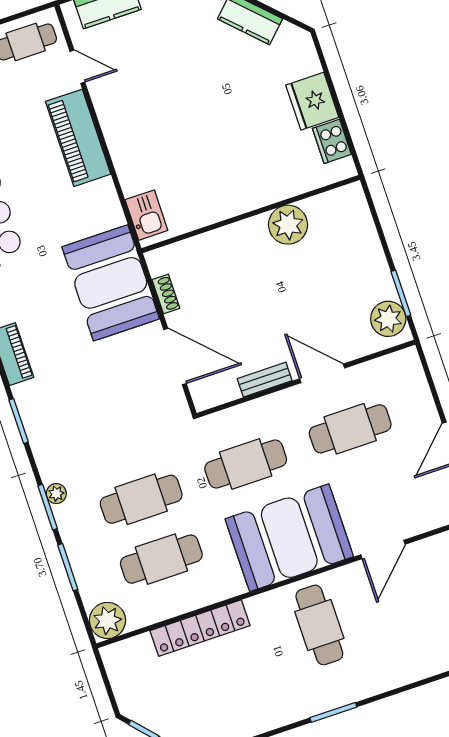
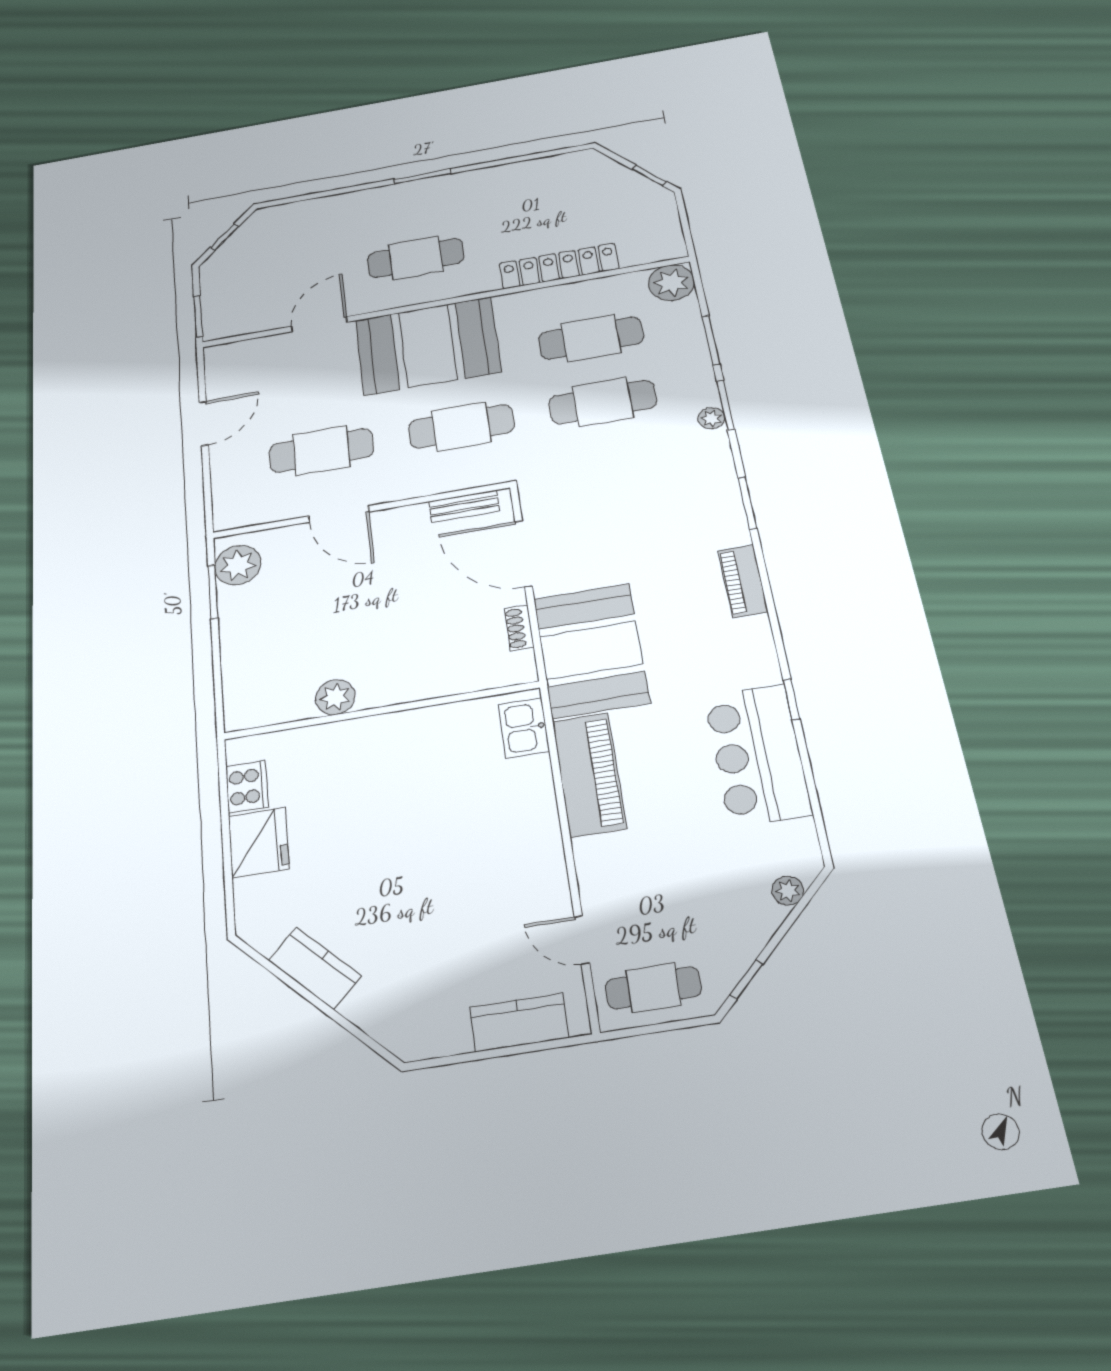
piano: (78, 138) -> (589, 774), moved
plant: (288, 225) -> (335, 697), width x0.73, depth x0.73
bench: (265, 380) -> (464, 506), moved
cafe table: (319, 625) -> (416, 258), turned 90

